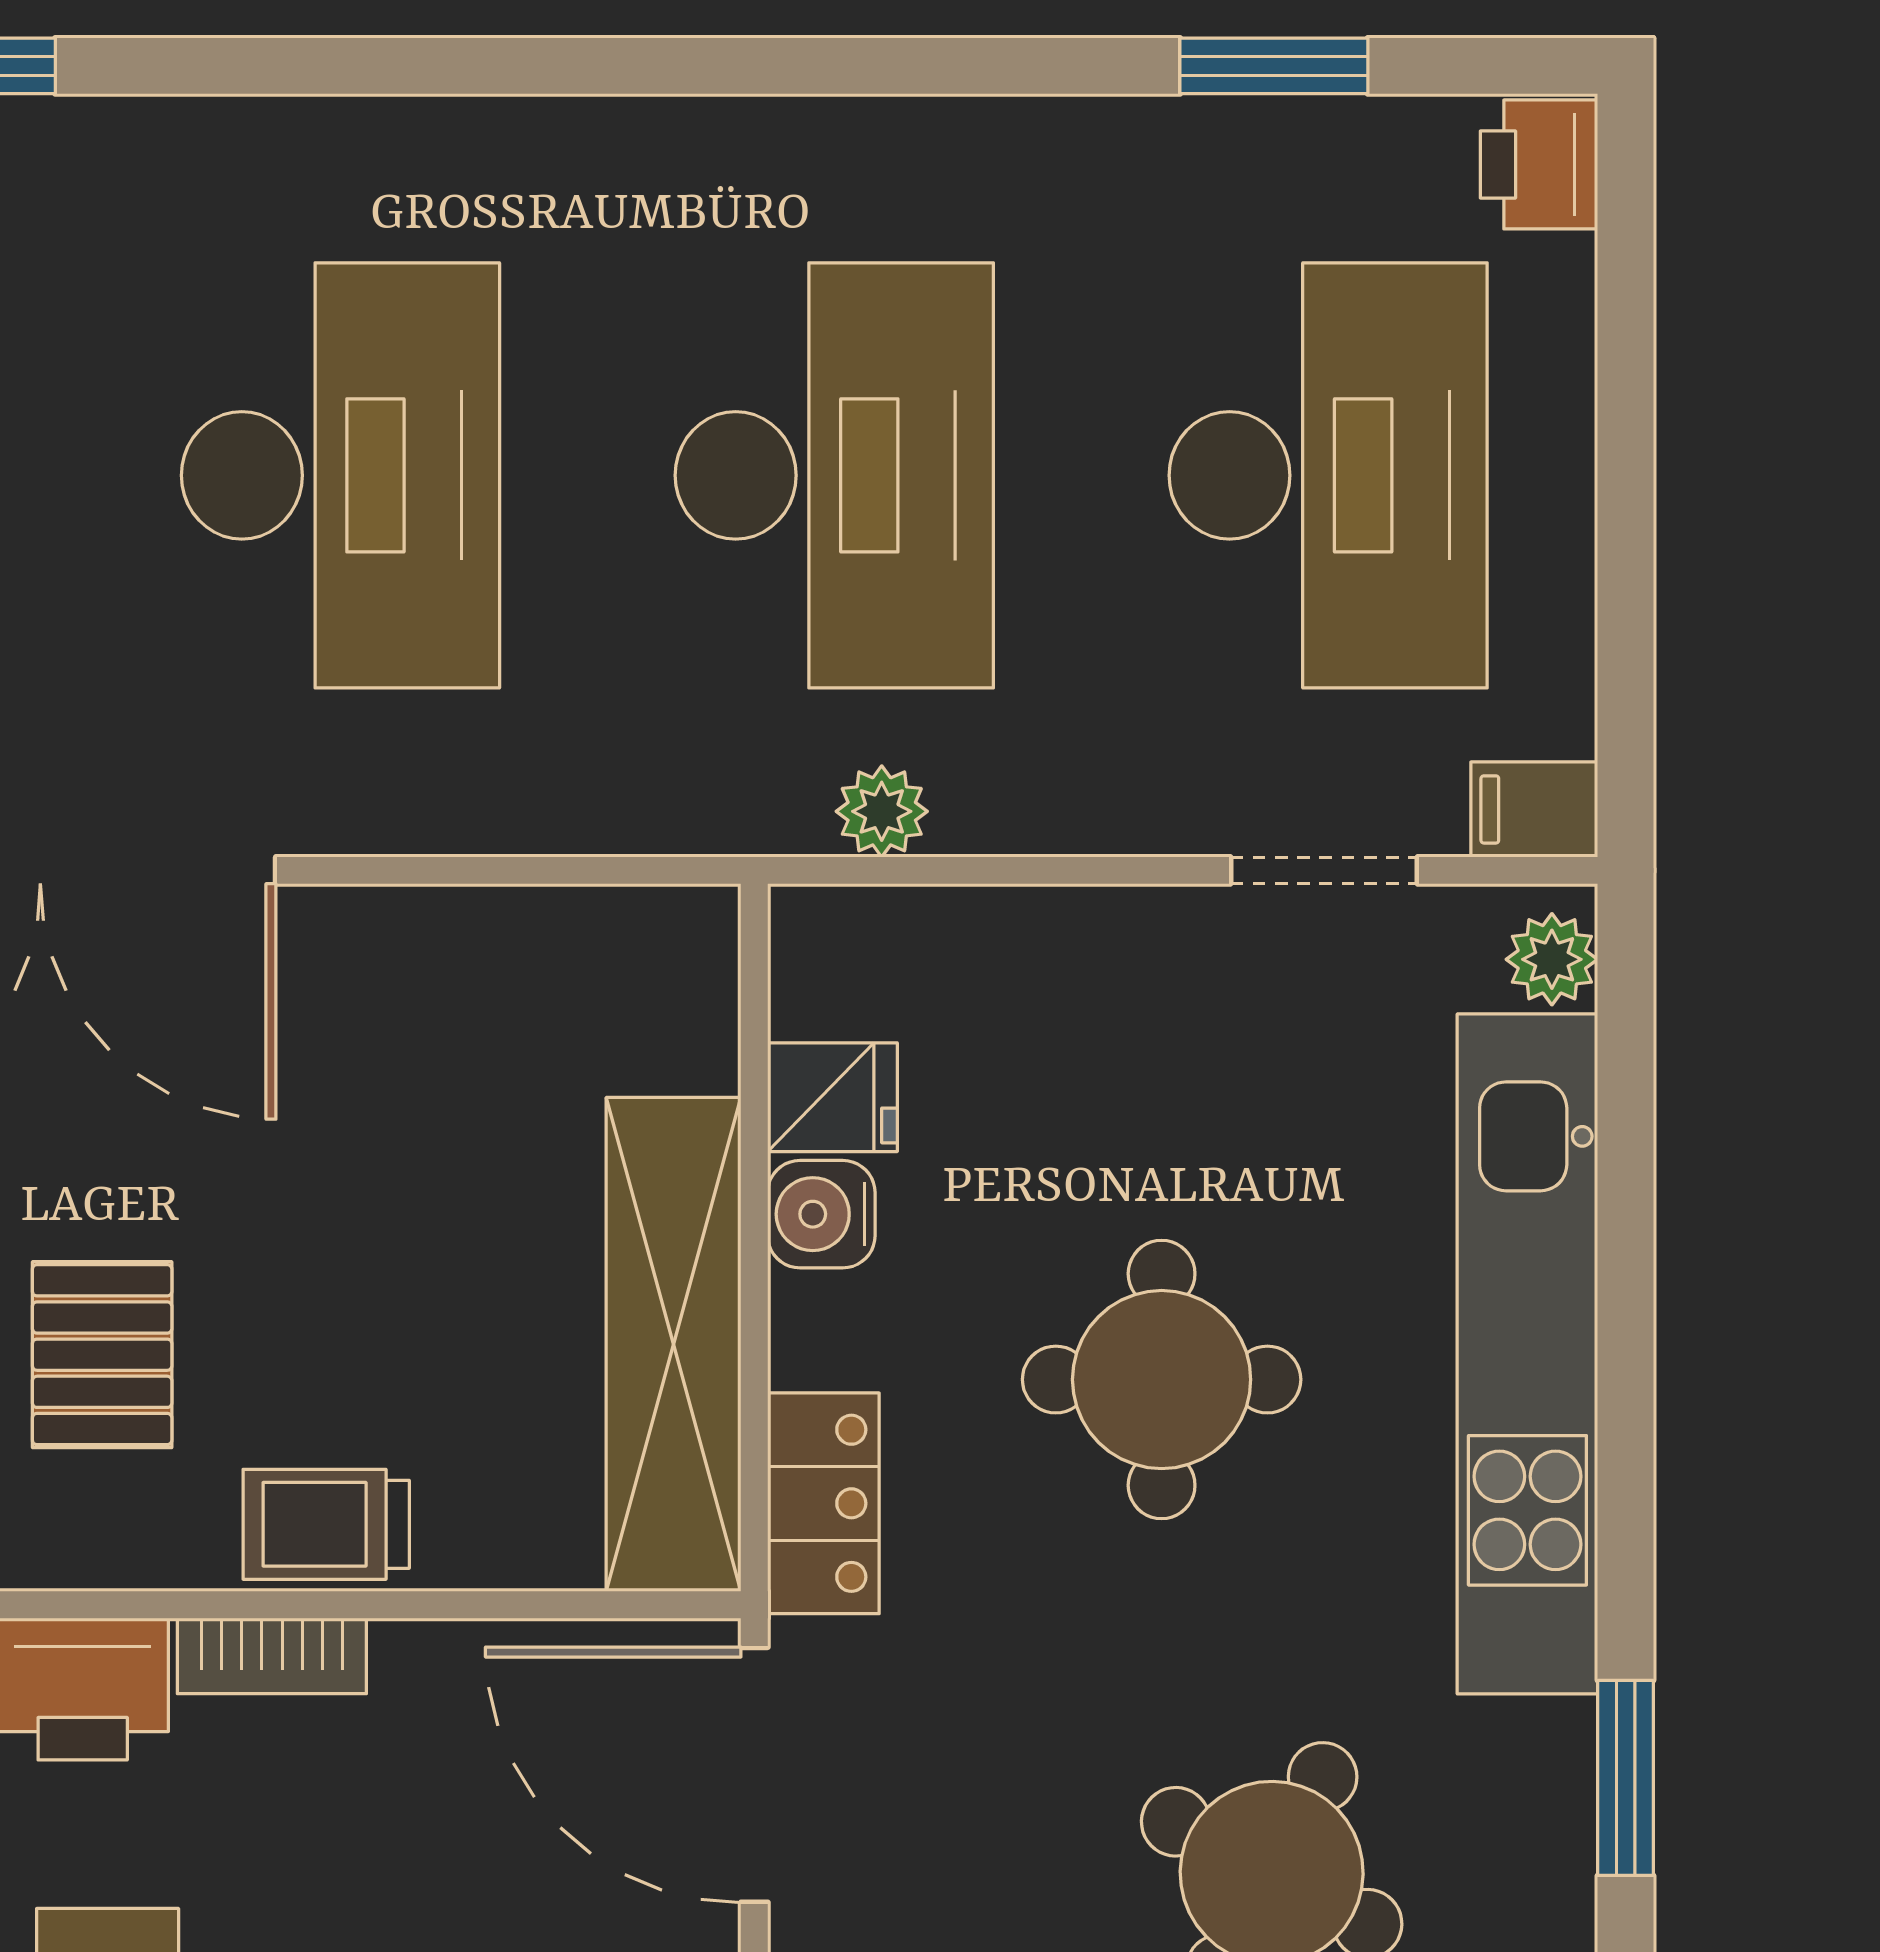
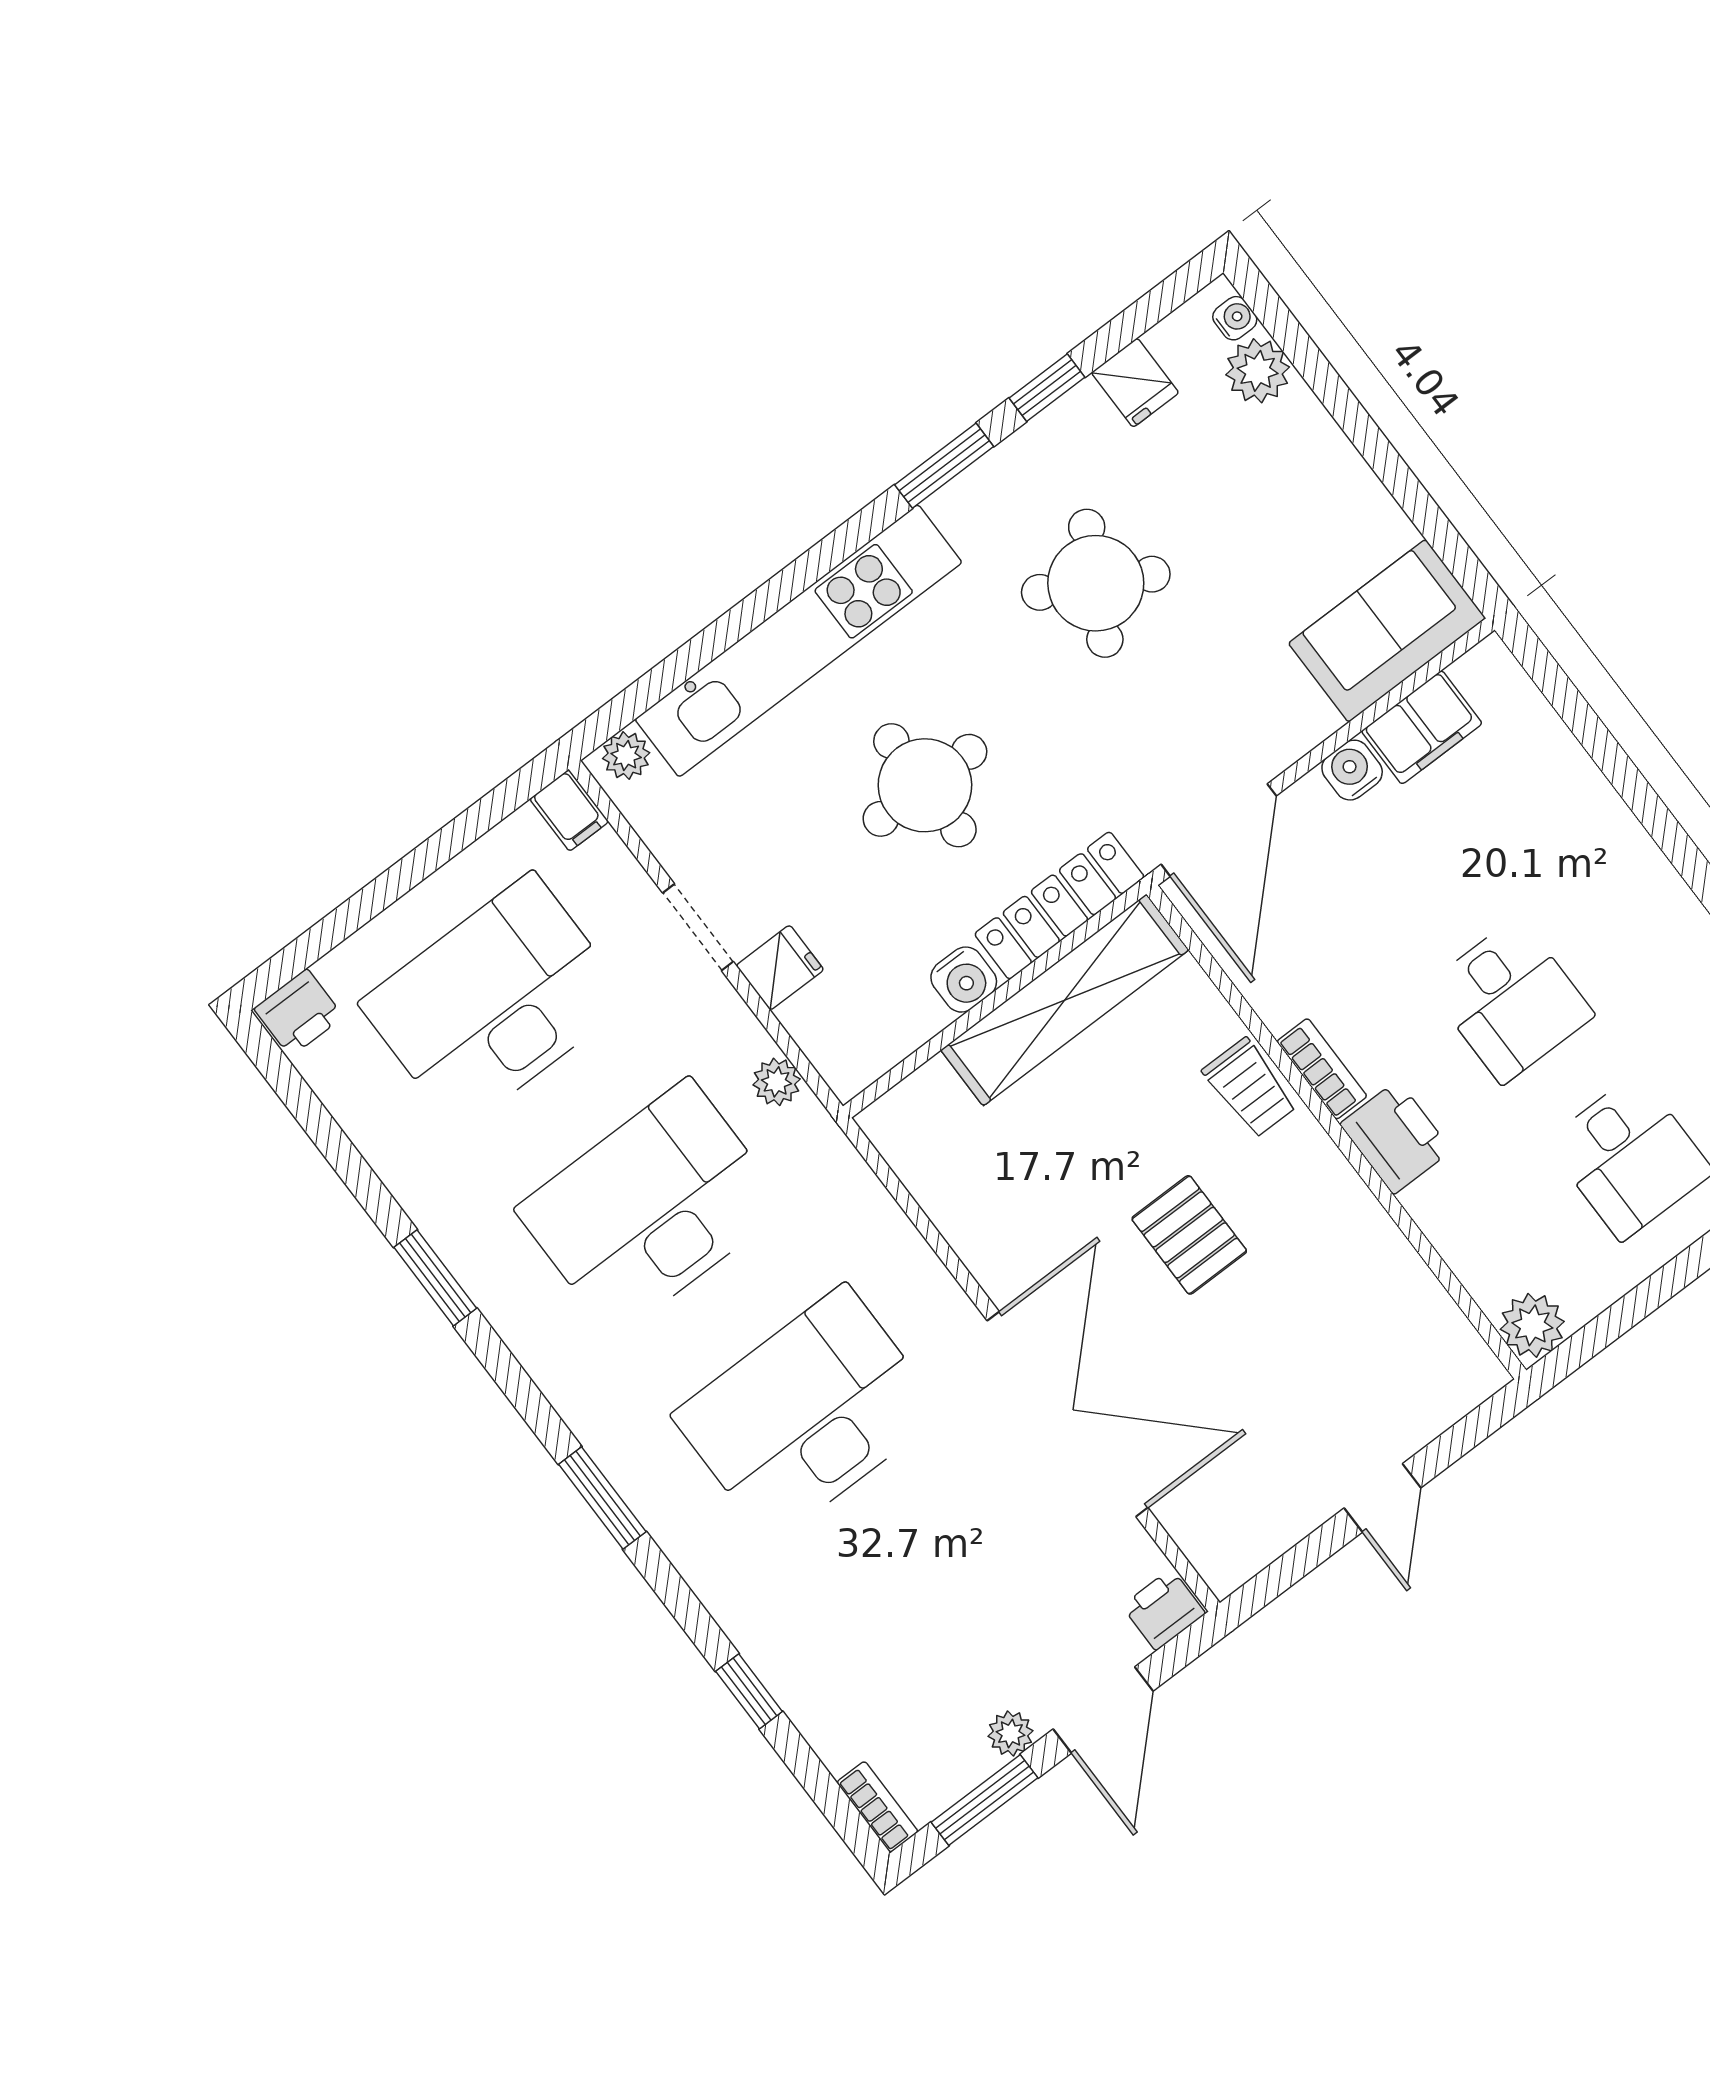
window: (450, 66) -> (602, 1498), added
window: (1274, 66) -> (435, 1278), moved
doorway: (1324, 870) -> (698, 927), moved
fridge: (832, 1097) -> (780, 968), moved, turned 90
pallet: (102, 1355) -> (1189, 1235), moved, turned 90
locker: (823, 1503) -> (1059, 906), width x1.53

